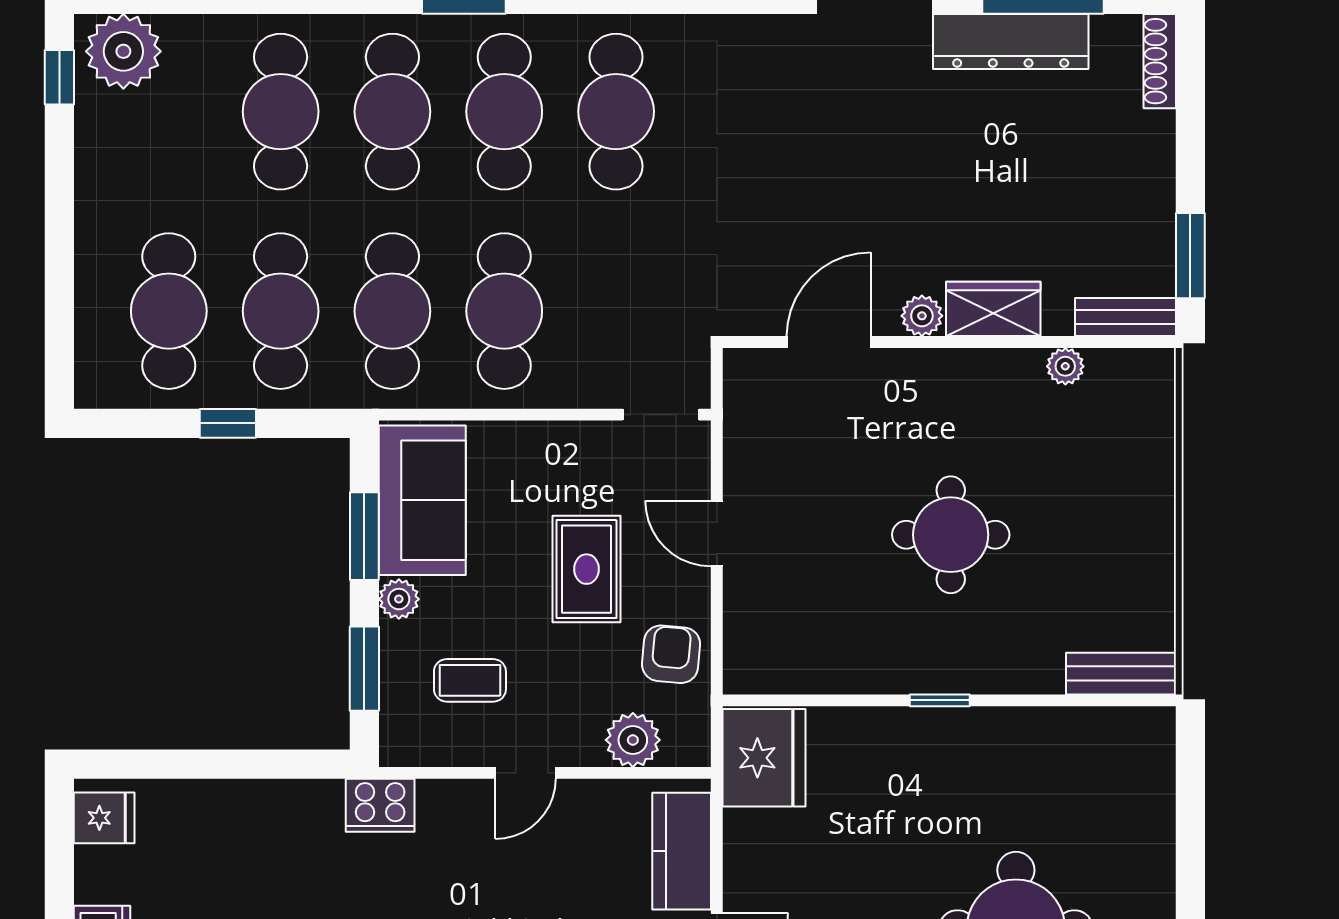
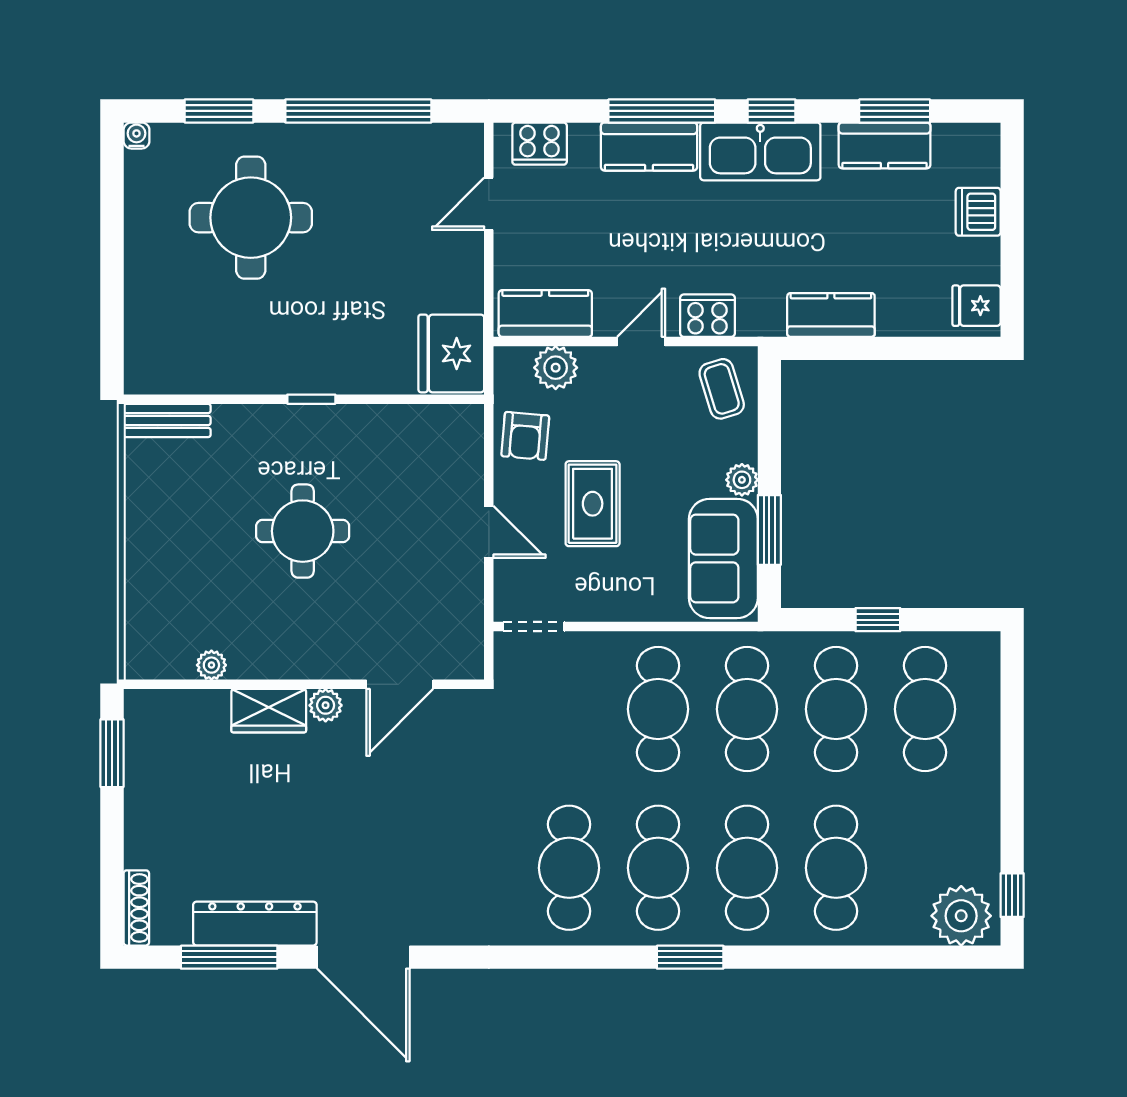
bench: (1125, 317) -> (164, 704), removed
window: (364, 669) -> (769, 424), removed
coffee table: (470, 680) -> (722, 389), moved, turned 73
cooker: (380, 805) -> (708, 316), moved
kitchen counter: (287, 806) -> (831, 315), added
kitchen counter: (682, 851) -> (545, 313), moved, turned -90

